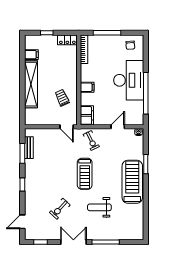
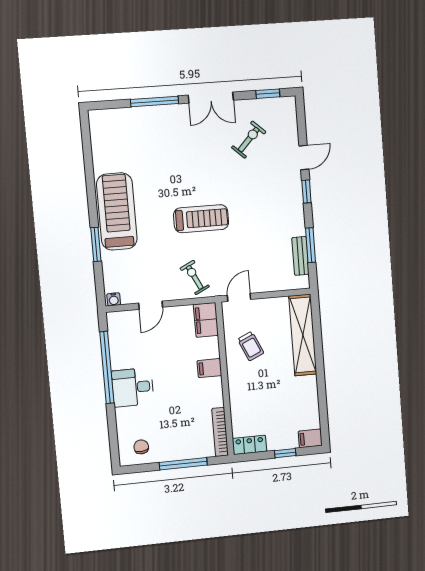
filing cabinet: (31, 55) -> (310, 438), moved
desk: (129, 80) -> (133, 387), width x0.53, depth x0.77
shelving: (31, 84) -> (303, 335), moved
door: (67, 127) -> (239, 297), hinge flipped
treadmill: (85, 174) -> (201, 219), turned 90
treadmill: (132, 182) -> (117, 211), turned 180
weight bench: (99, 207) -> (171, 162), removed
exercise bike: (60, 209) -> (249, 140), moved
door: (22, 222) -> (304, 158), moved

